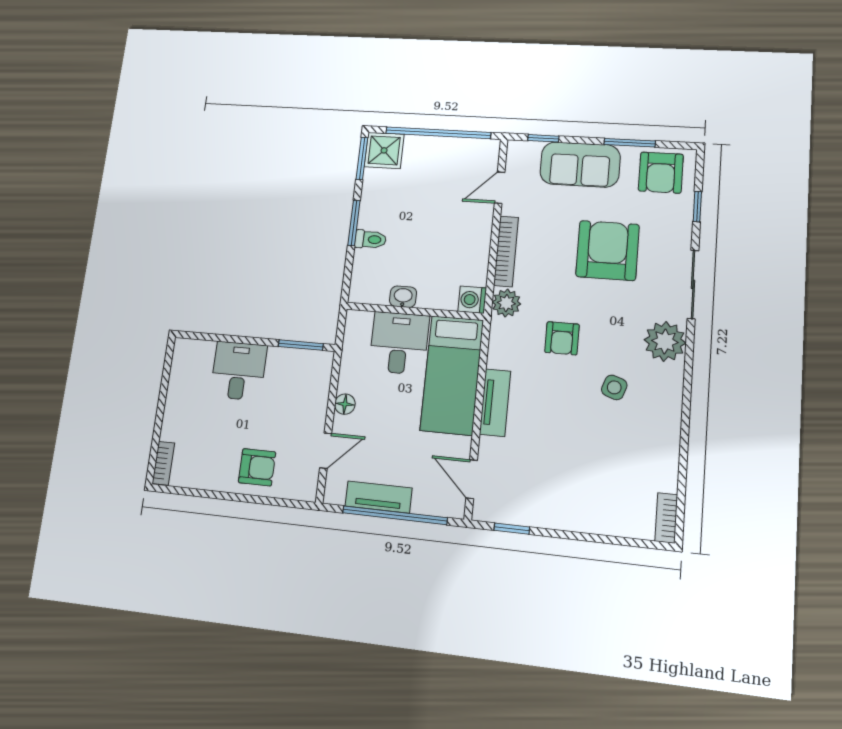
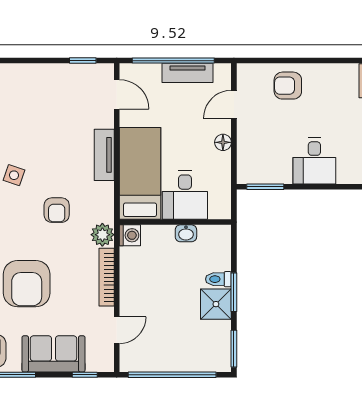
shower: (384, 150) -> (216, 304), moved
armchair: (562, 338) -> (57, 210), turned 180

